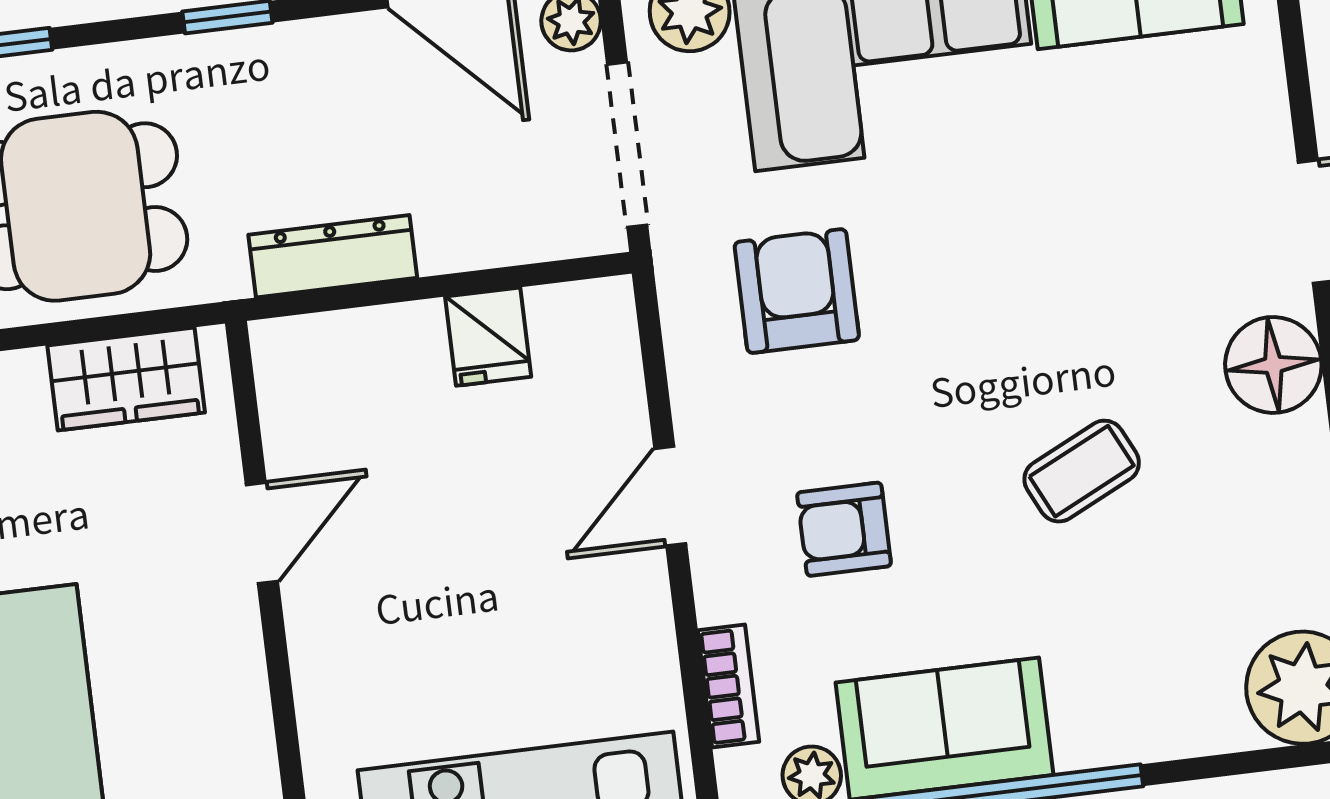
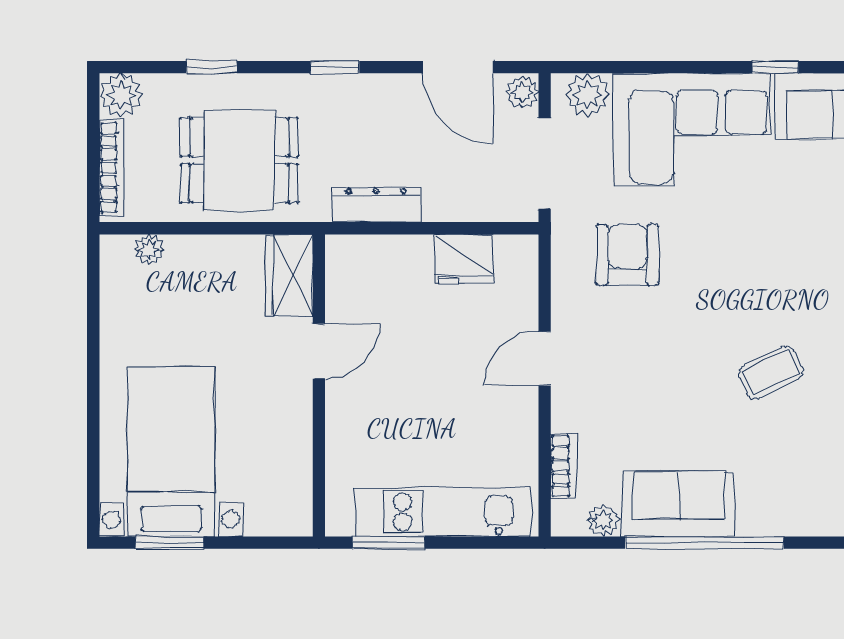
fridge: (488, 337) -> (464, 259), width x1.38
wardrobe: (126, 379) -> (289, 275), moved, turned 90
armchair: (844, 529) -> (637, 388), removed

